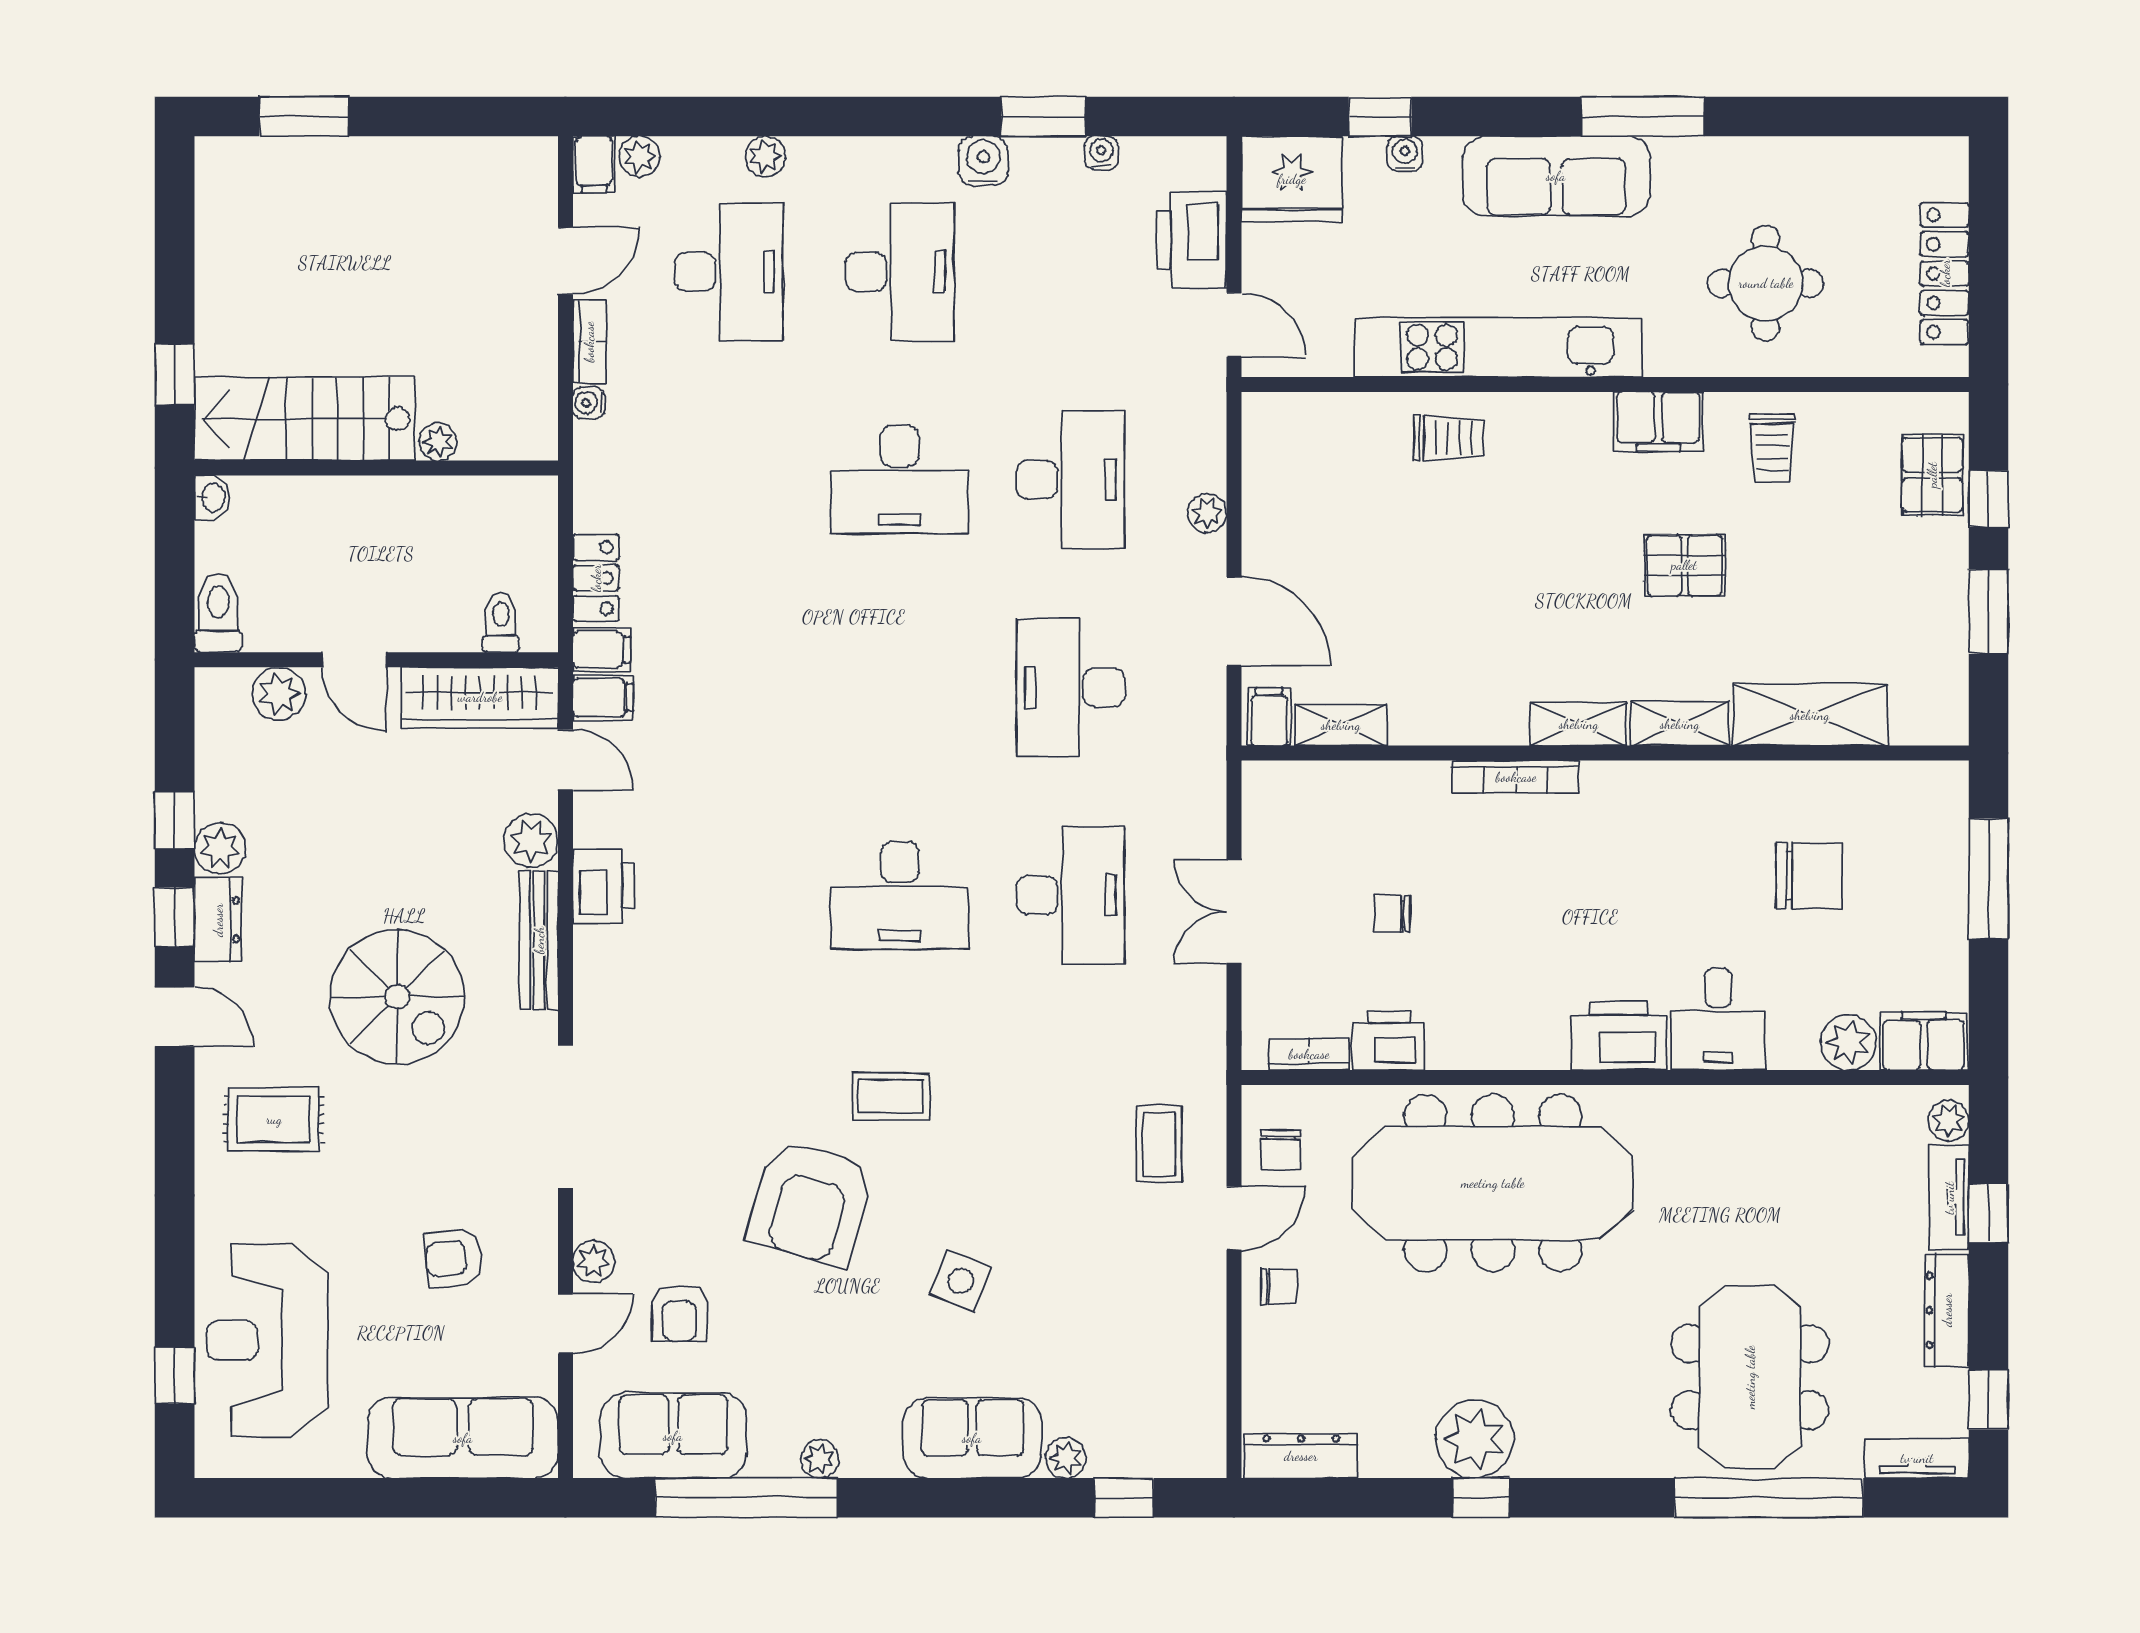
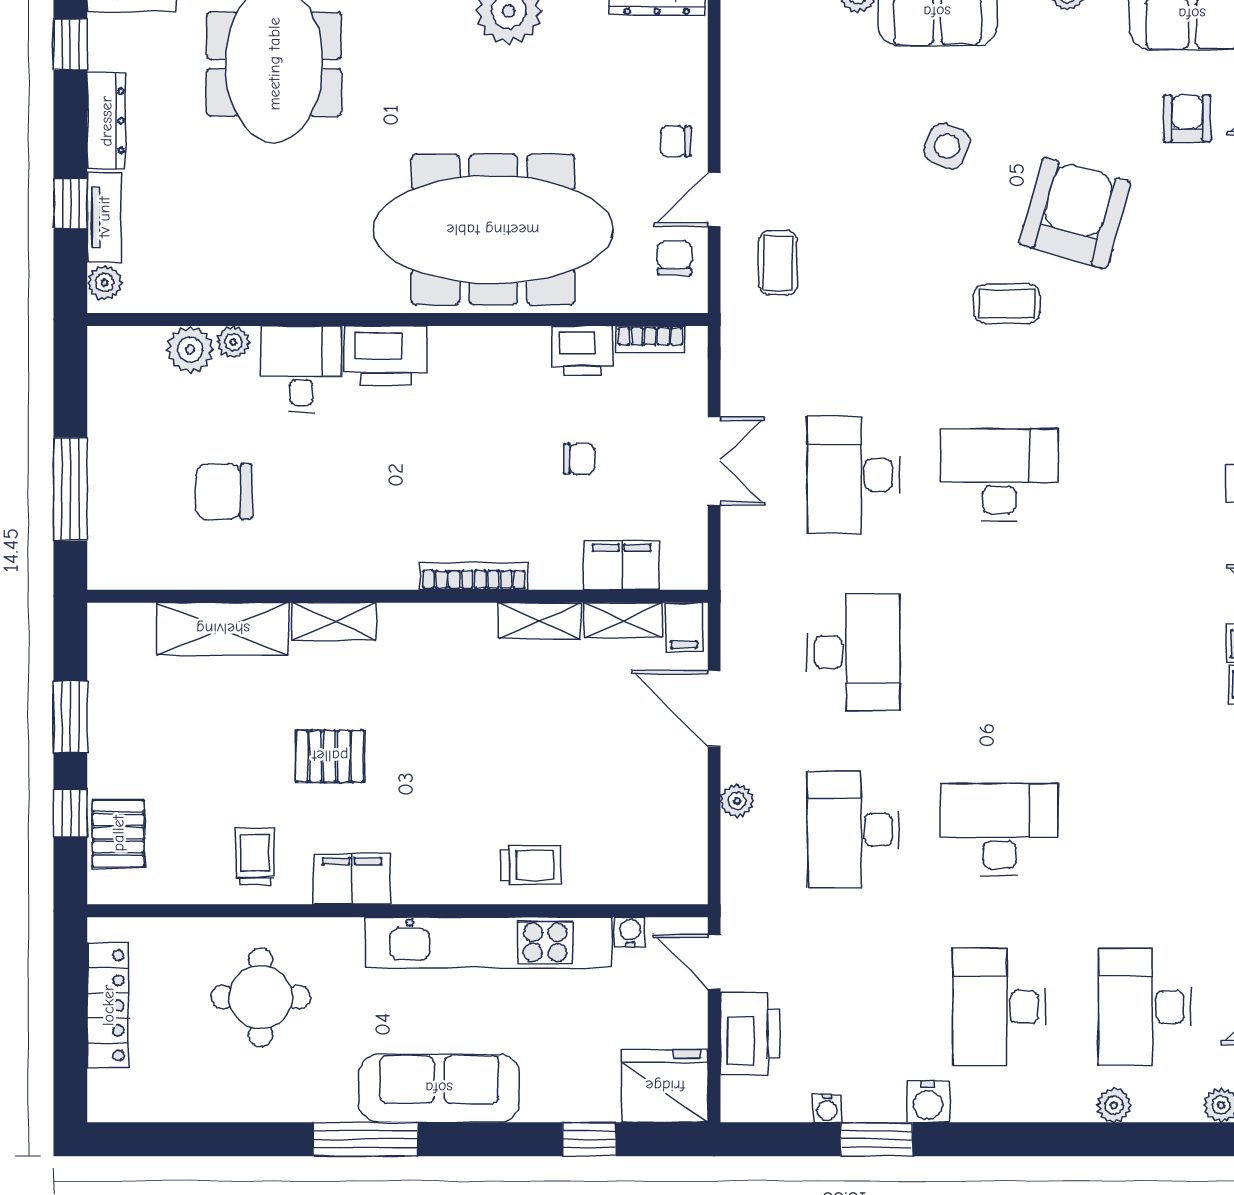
water cooler: (1405, 154) -> (630, 932), moved, turned 180
trolley: (1449, 438) -> (531, 865), turned 180
shelving: (1579, 724) -> (539, 621), moved
filing cabinet: (1924, 1041) -> (622, 565), moved, turned 180
plant: (1798, 1051) -> (233, 342), added

